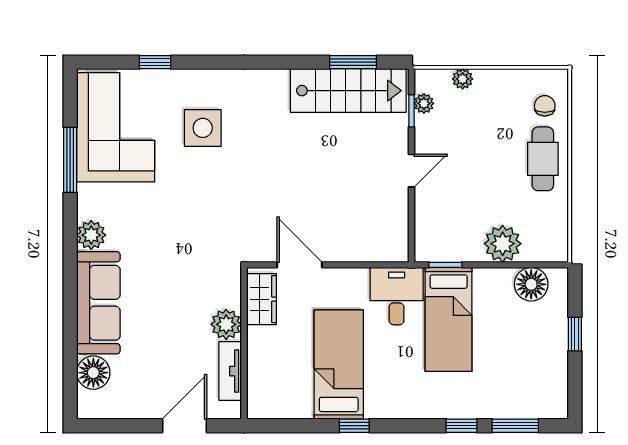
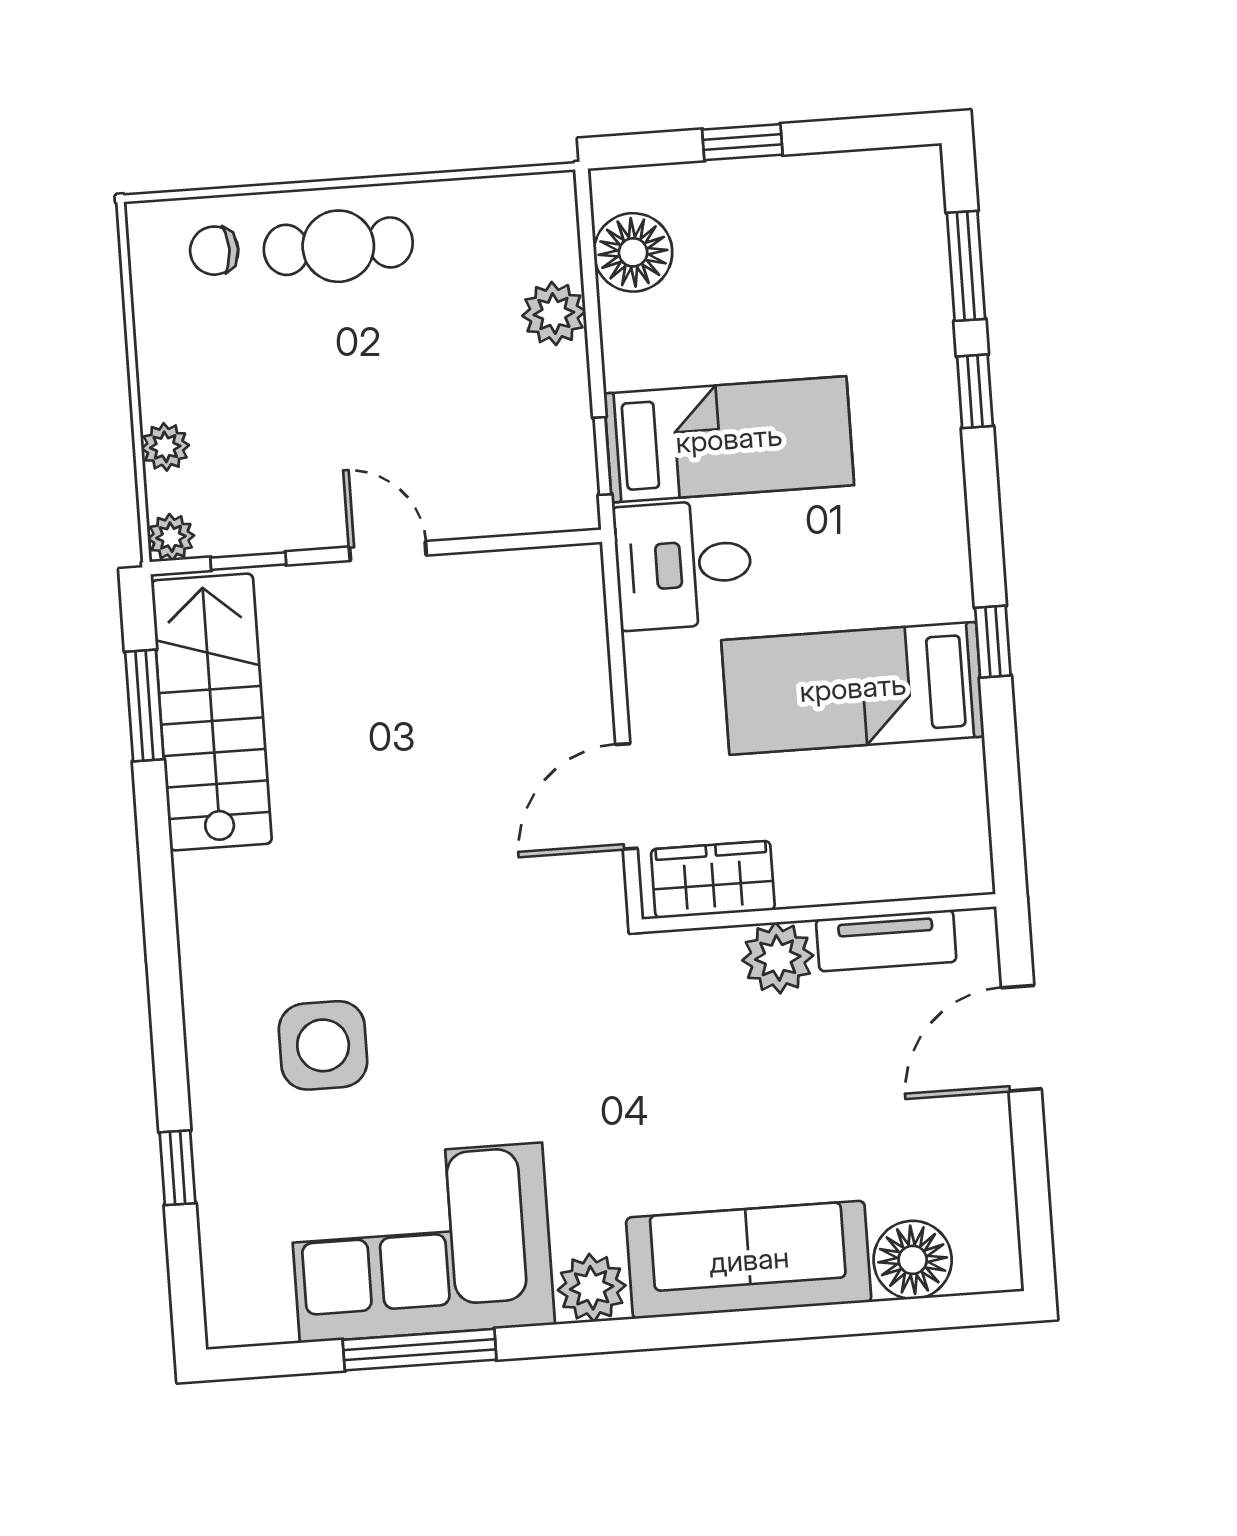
plant: (424, 103) -> (171, 537), moved
corner sofa: (116, 127) -> (421, 1243), moved
plant: (503, 244) -> (554, 314), width x0.73, depth x0.73
door: (184, 426) -> (1021, 1038), hinge flipped

